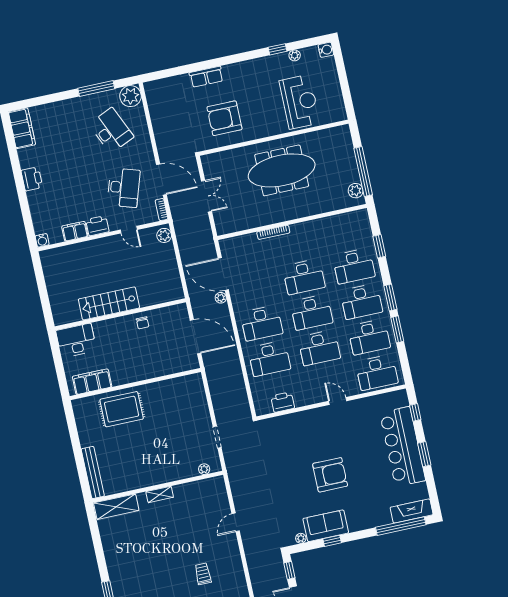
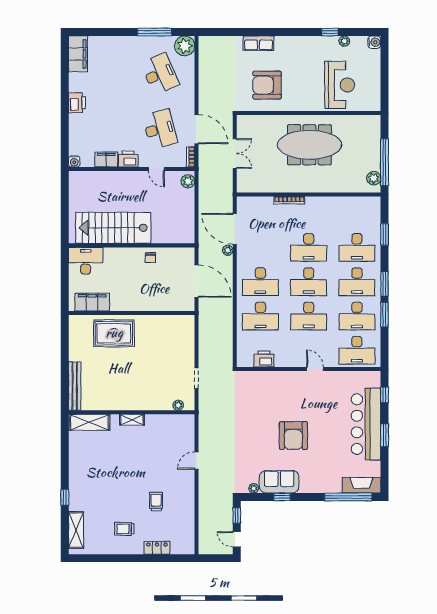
desk: (124, 188) -> (160, 129), turned -33
stairs: (109, 303) -> (113, 228), width x1.36, depth x1.51
armchair: (330, 475) -> (293, 436), turned 90

